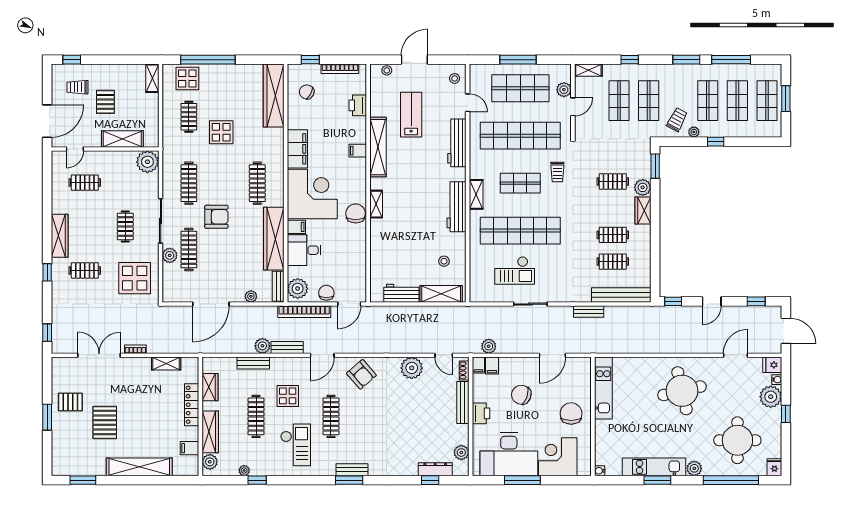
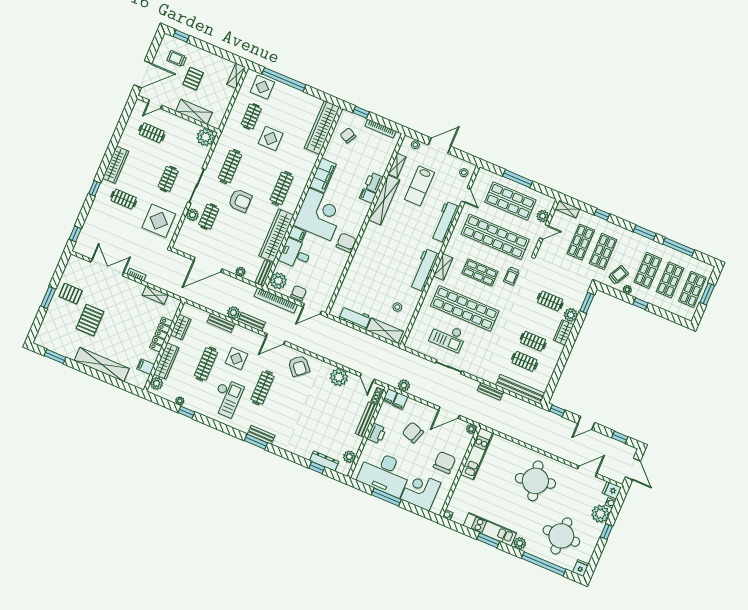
printer: (358, 105) -> (374, 182), moved
lab bench: (411, 115) -> (419, 186), turned 180
shelving: (376, 204) -> (397, 165), moved
clothes rail: (189, 250) -> (209, 217), width x0.73
plant: (585, 363) -> (471, 429), added

